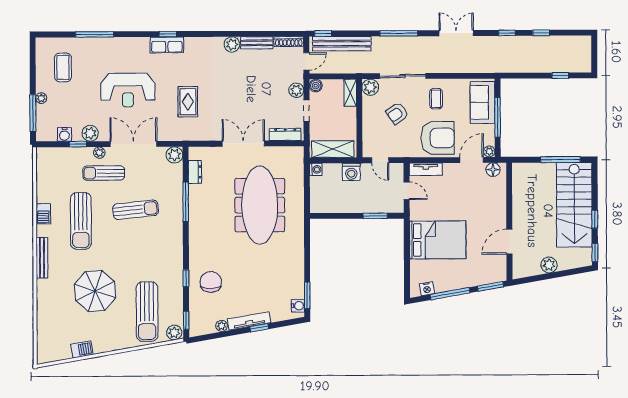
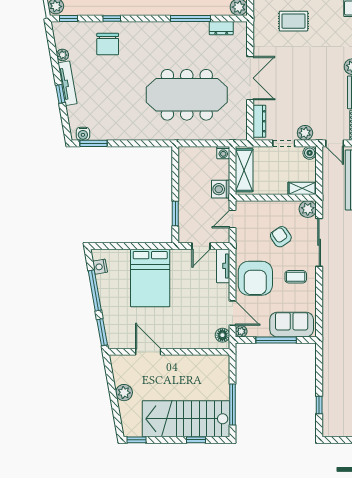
window: (595, 219) -> (196, 440), moved
chair: (211, 282) -> (108, 44), turned 90

